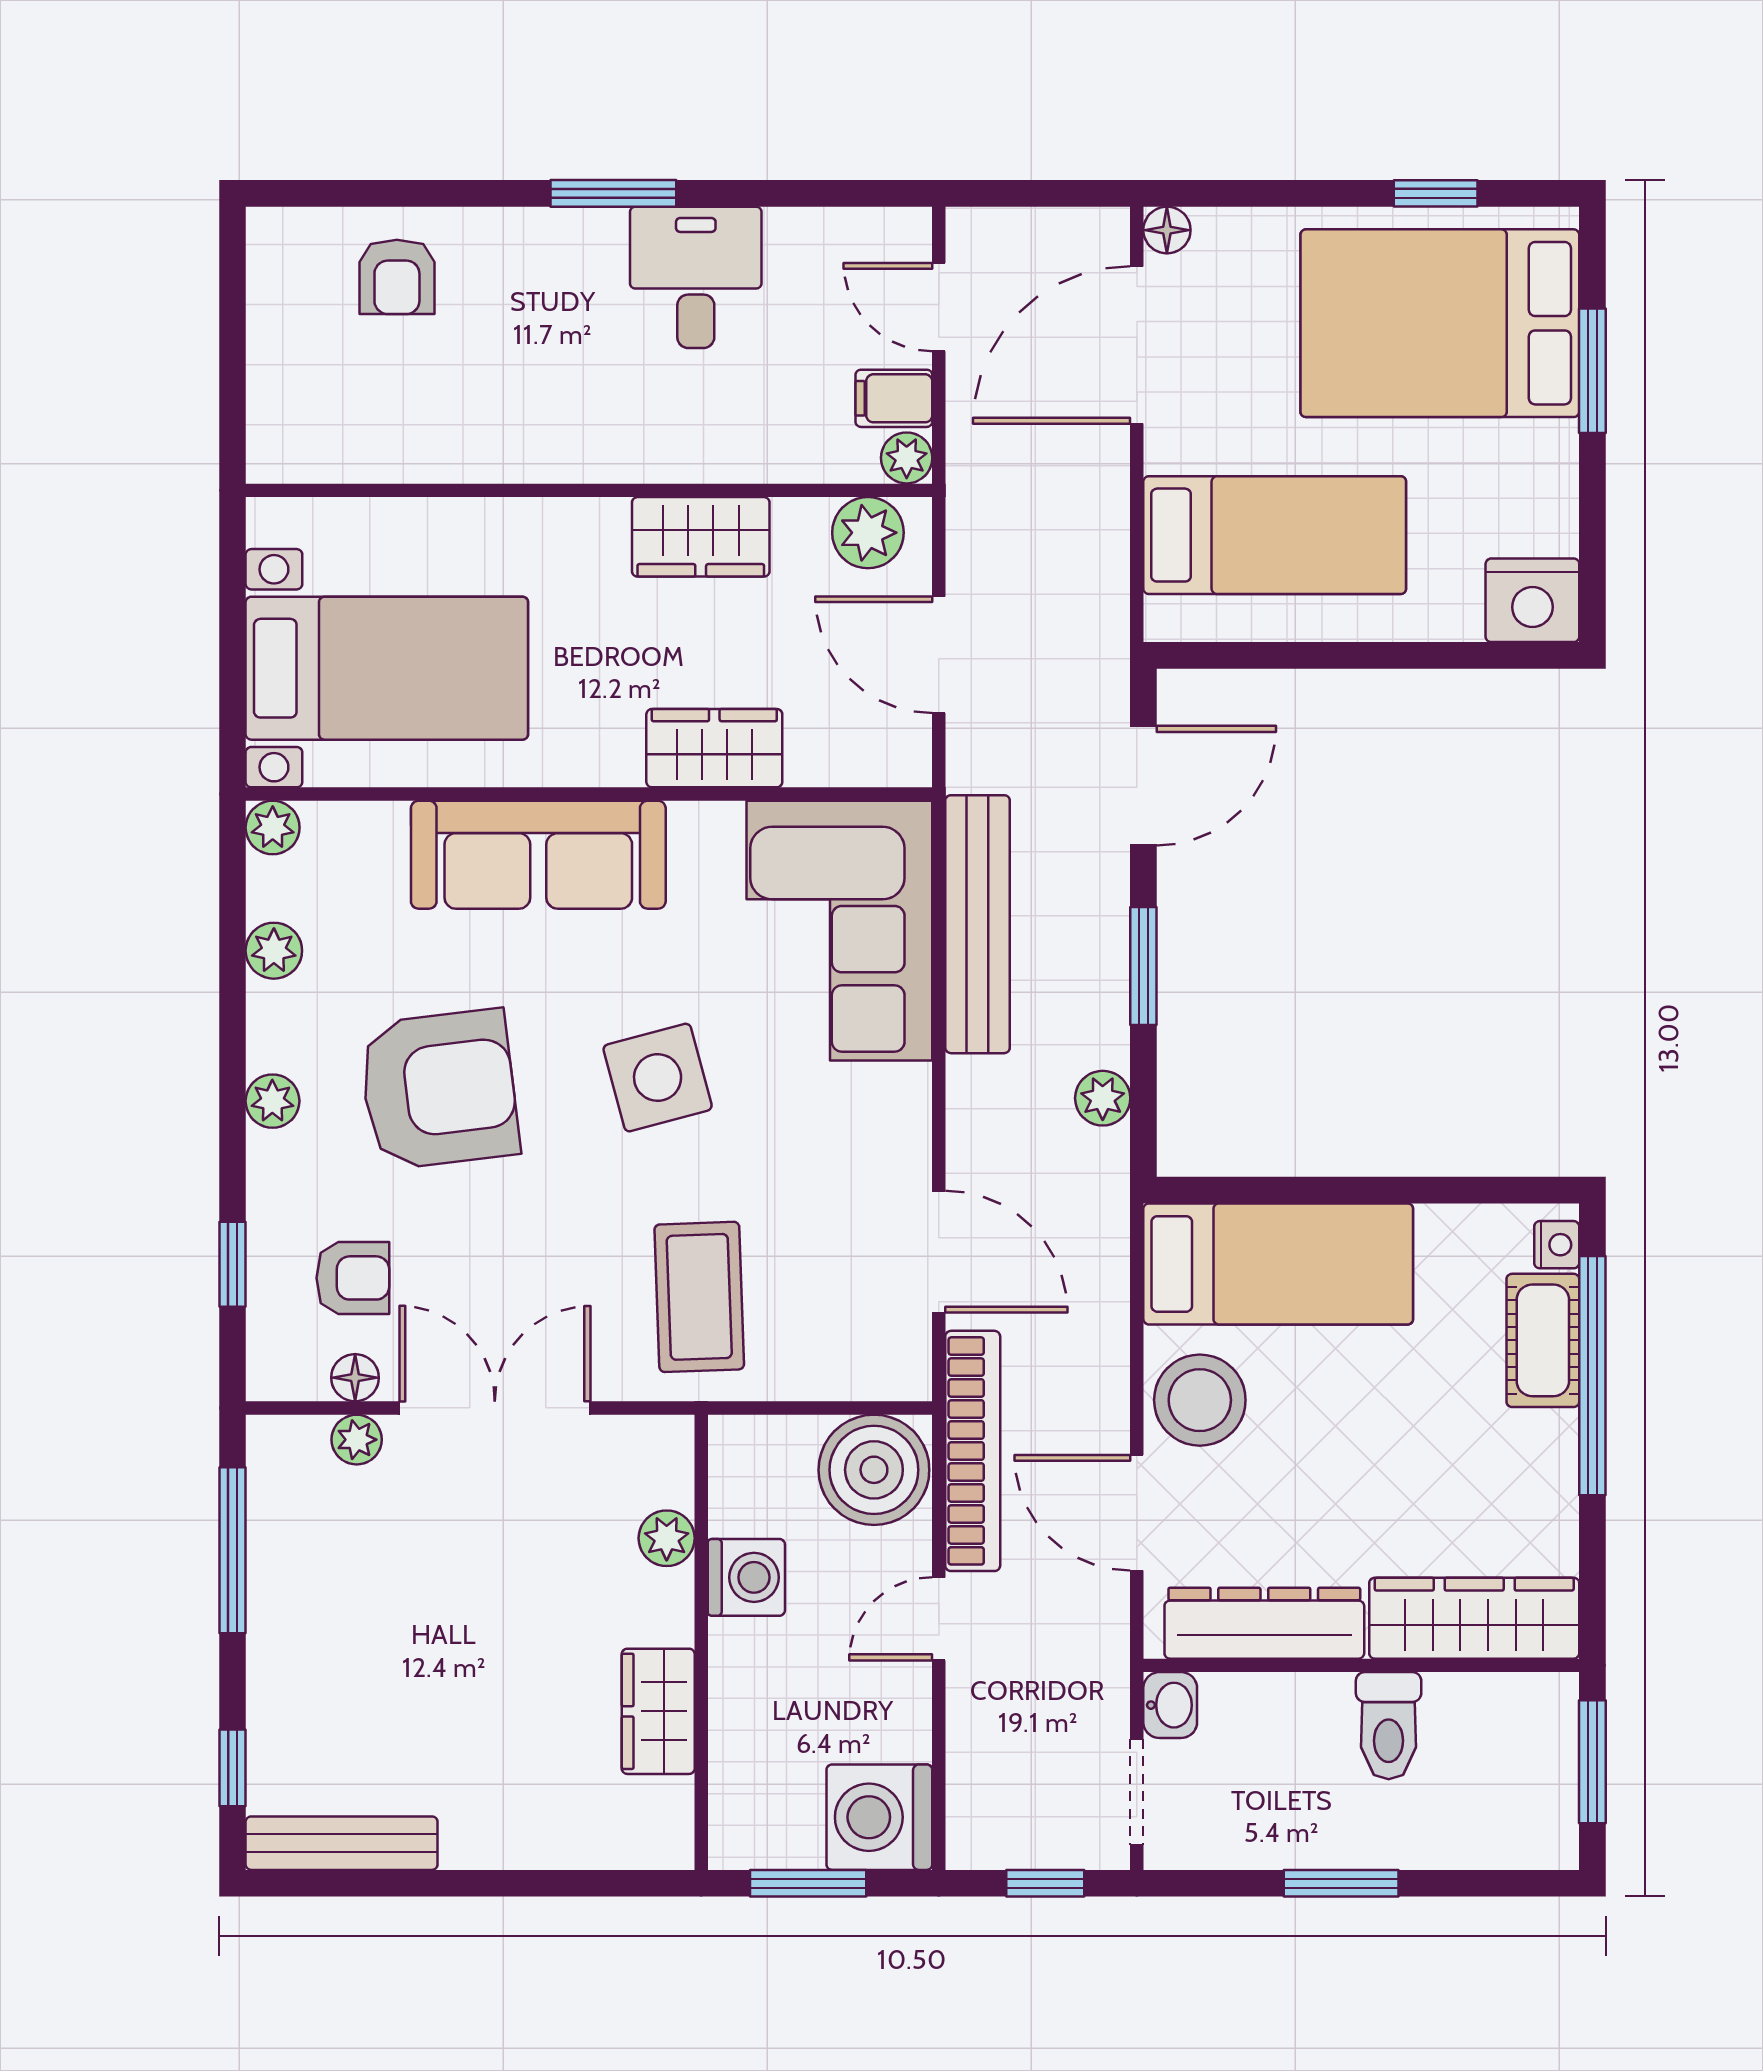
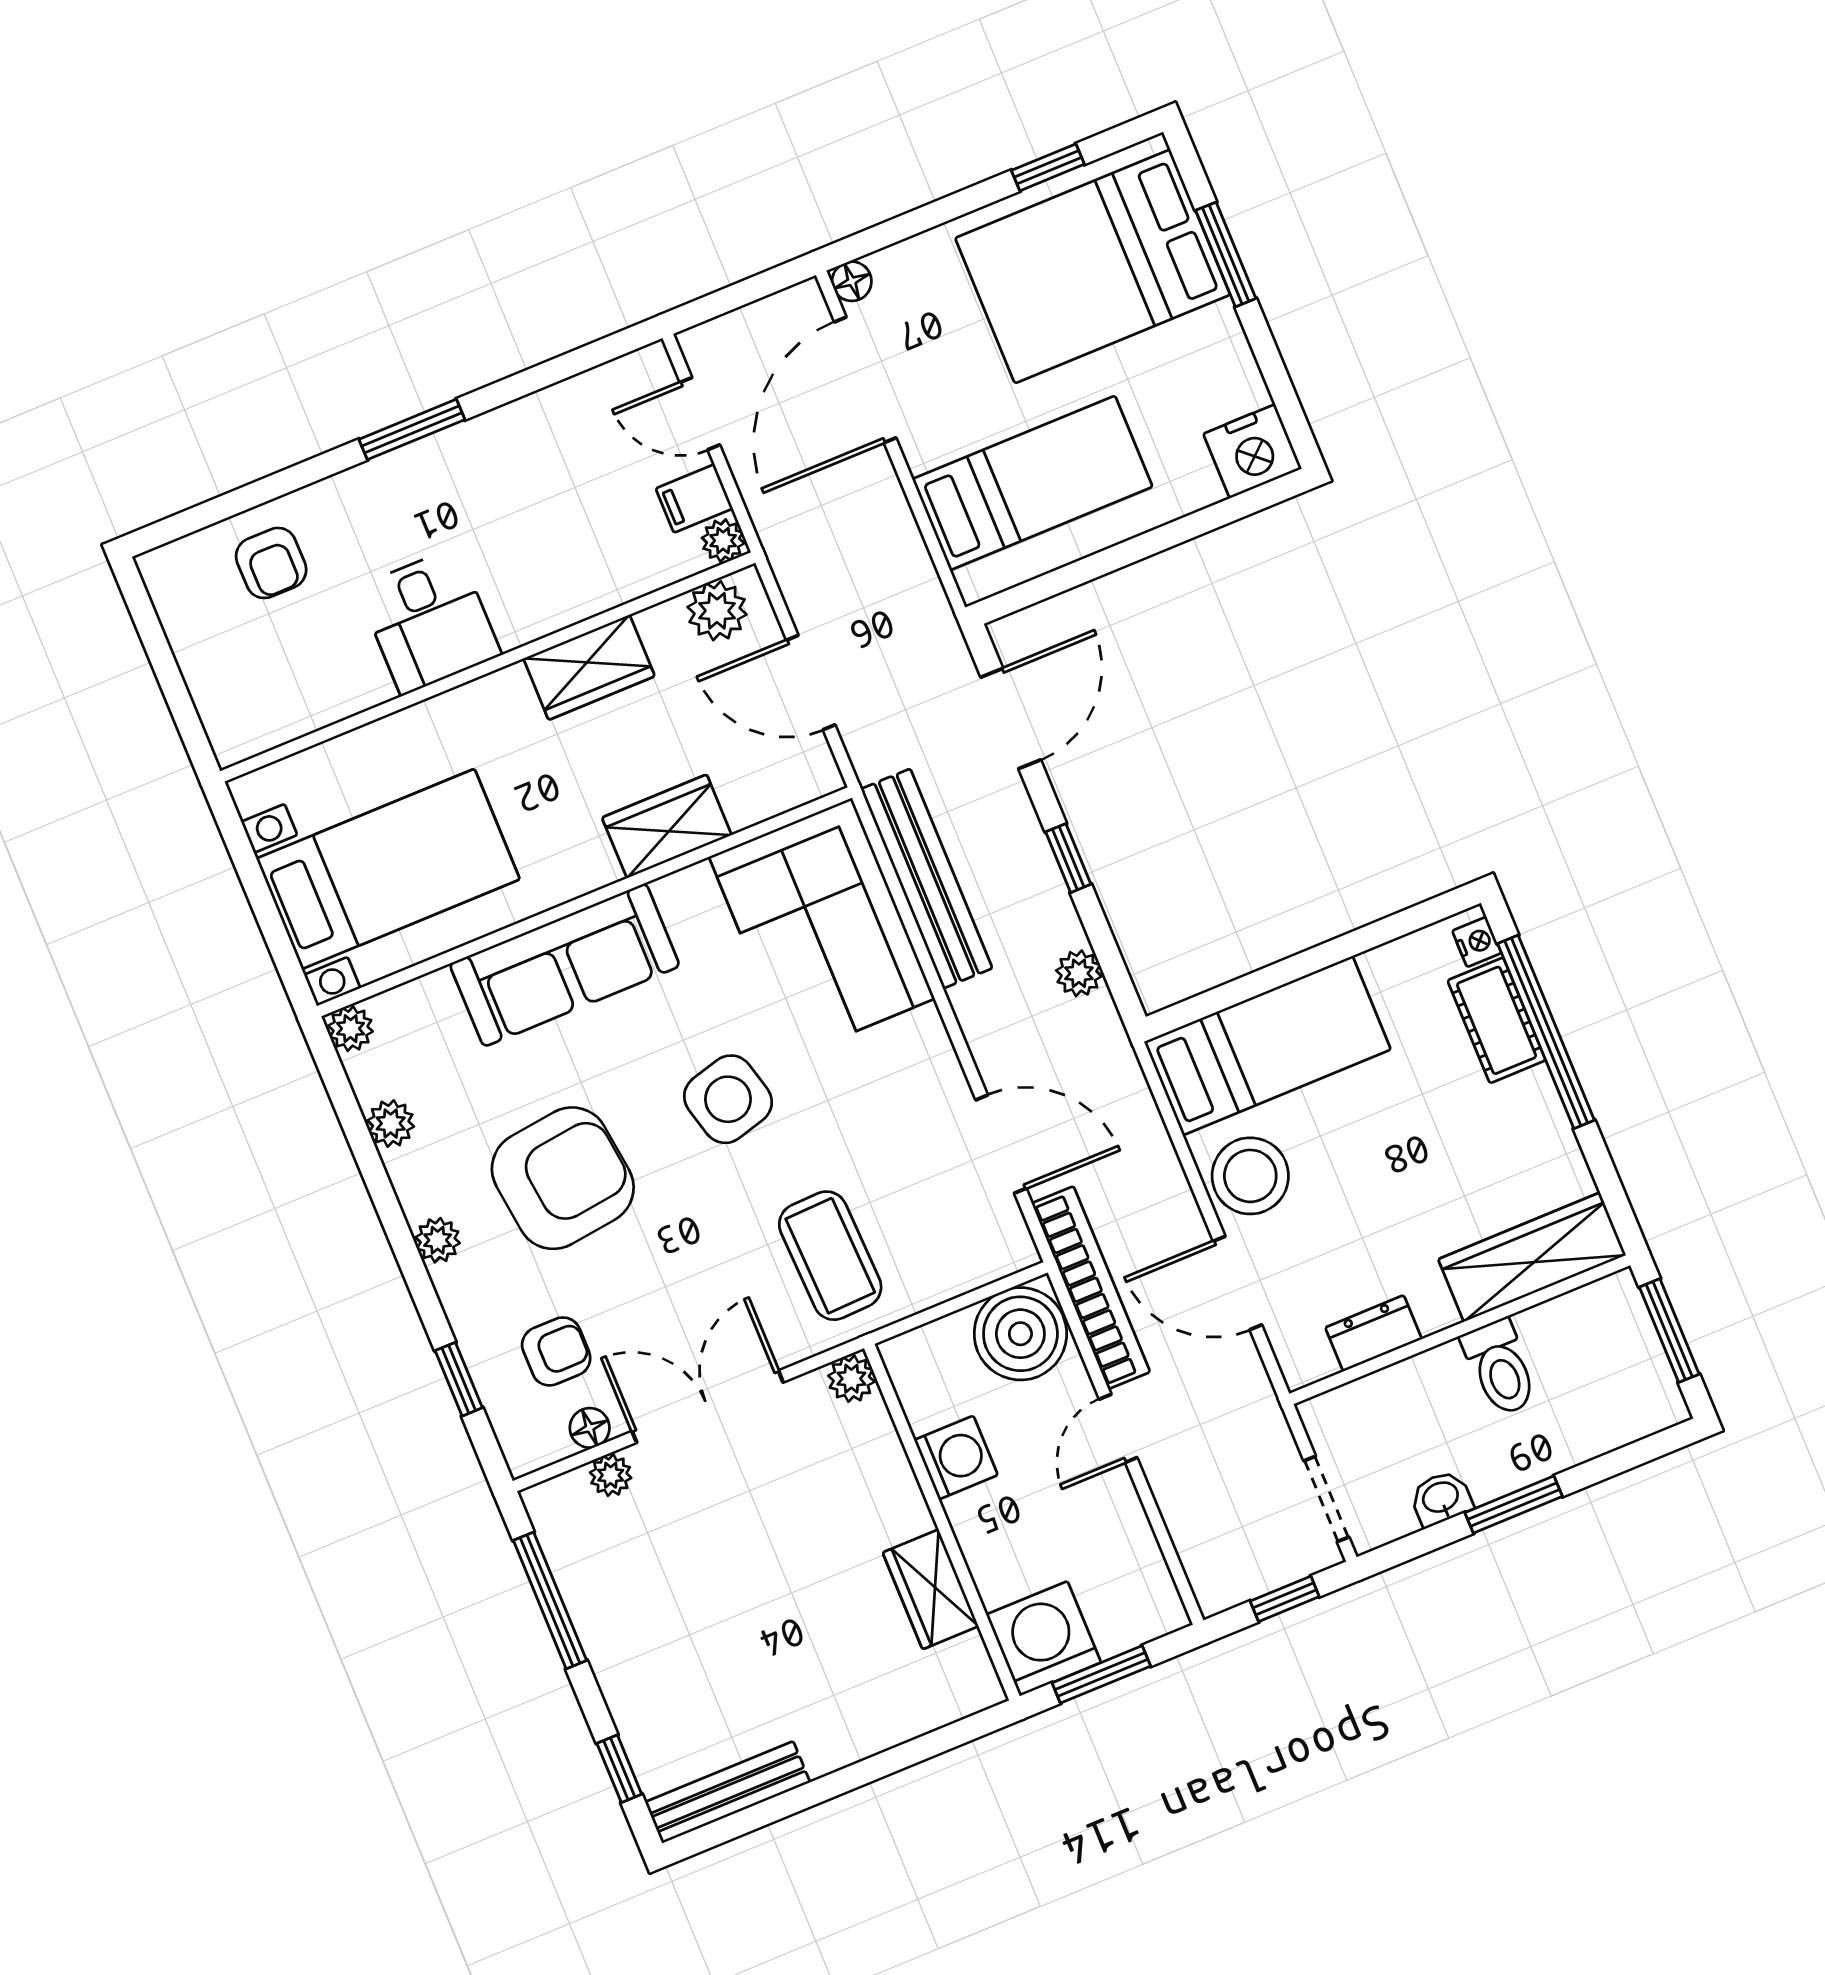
desk: (696, 277) -> (429, 621), moved, turned 180
window: (1143, 966) -> (1068, 858), width x0.67
plant: (667, 1538) -> (851, 1379), moved
dresser: (1264, 1623) -> (1374, 1333), width x0.51, depth x0.80
washbasin: (1170, 1705) -> (1441, 1498), moved, turned -90
washing machine: (879, 1817) -> (1043, 1639), moved, turned 90

